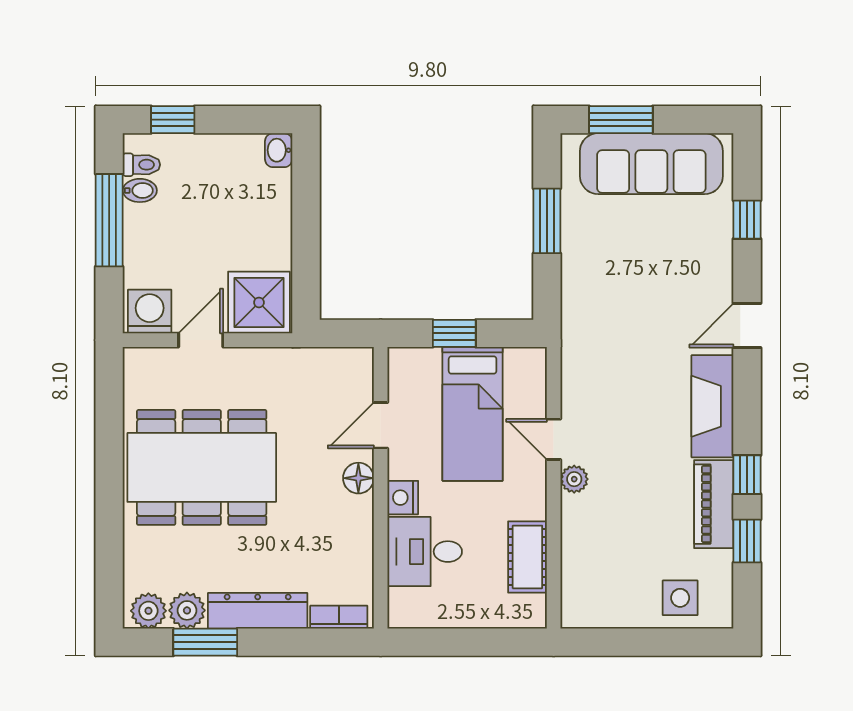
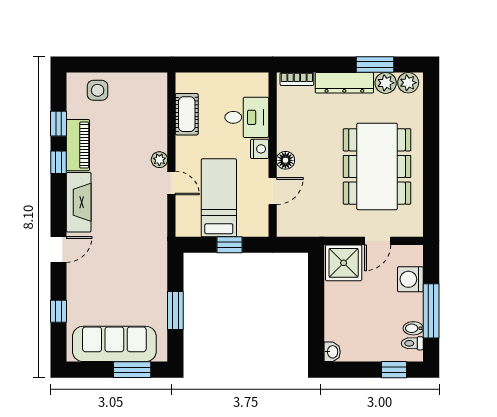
washing machine: (150, 312) -> (410, 279), moved, turned 90
dining table: (202, 467) -> (377, 166), turned 90

